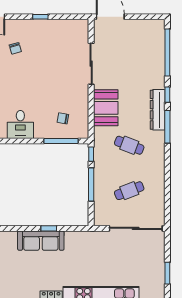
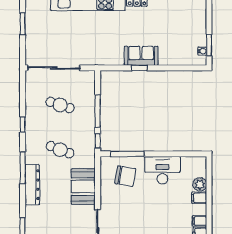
window: (167, 95) -> (23, 125), moved
chair: (63, 118) -> (125, 176), width x1.87, depth x1.87
desk: (20, 124) -> (162, 170), width x1.37
cafe table: (129, 191) -> (60, 105), turned 39
sofa: (41, 241) -> (141, 56), width x0.73

